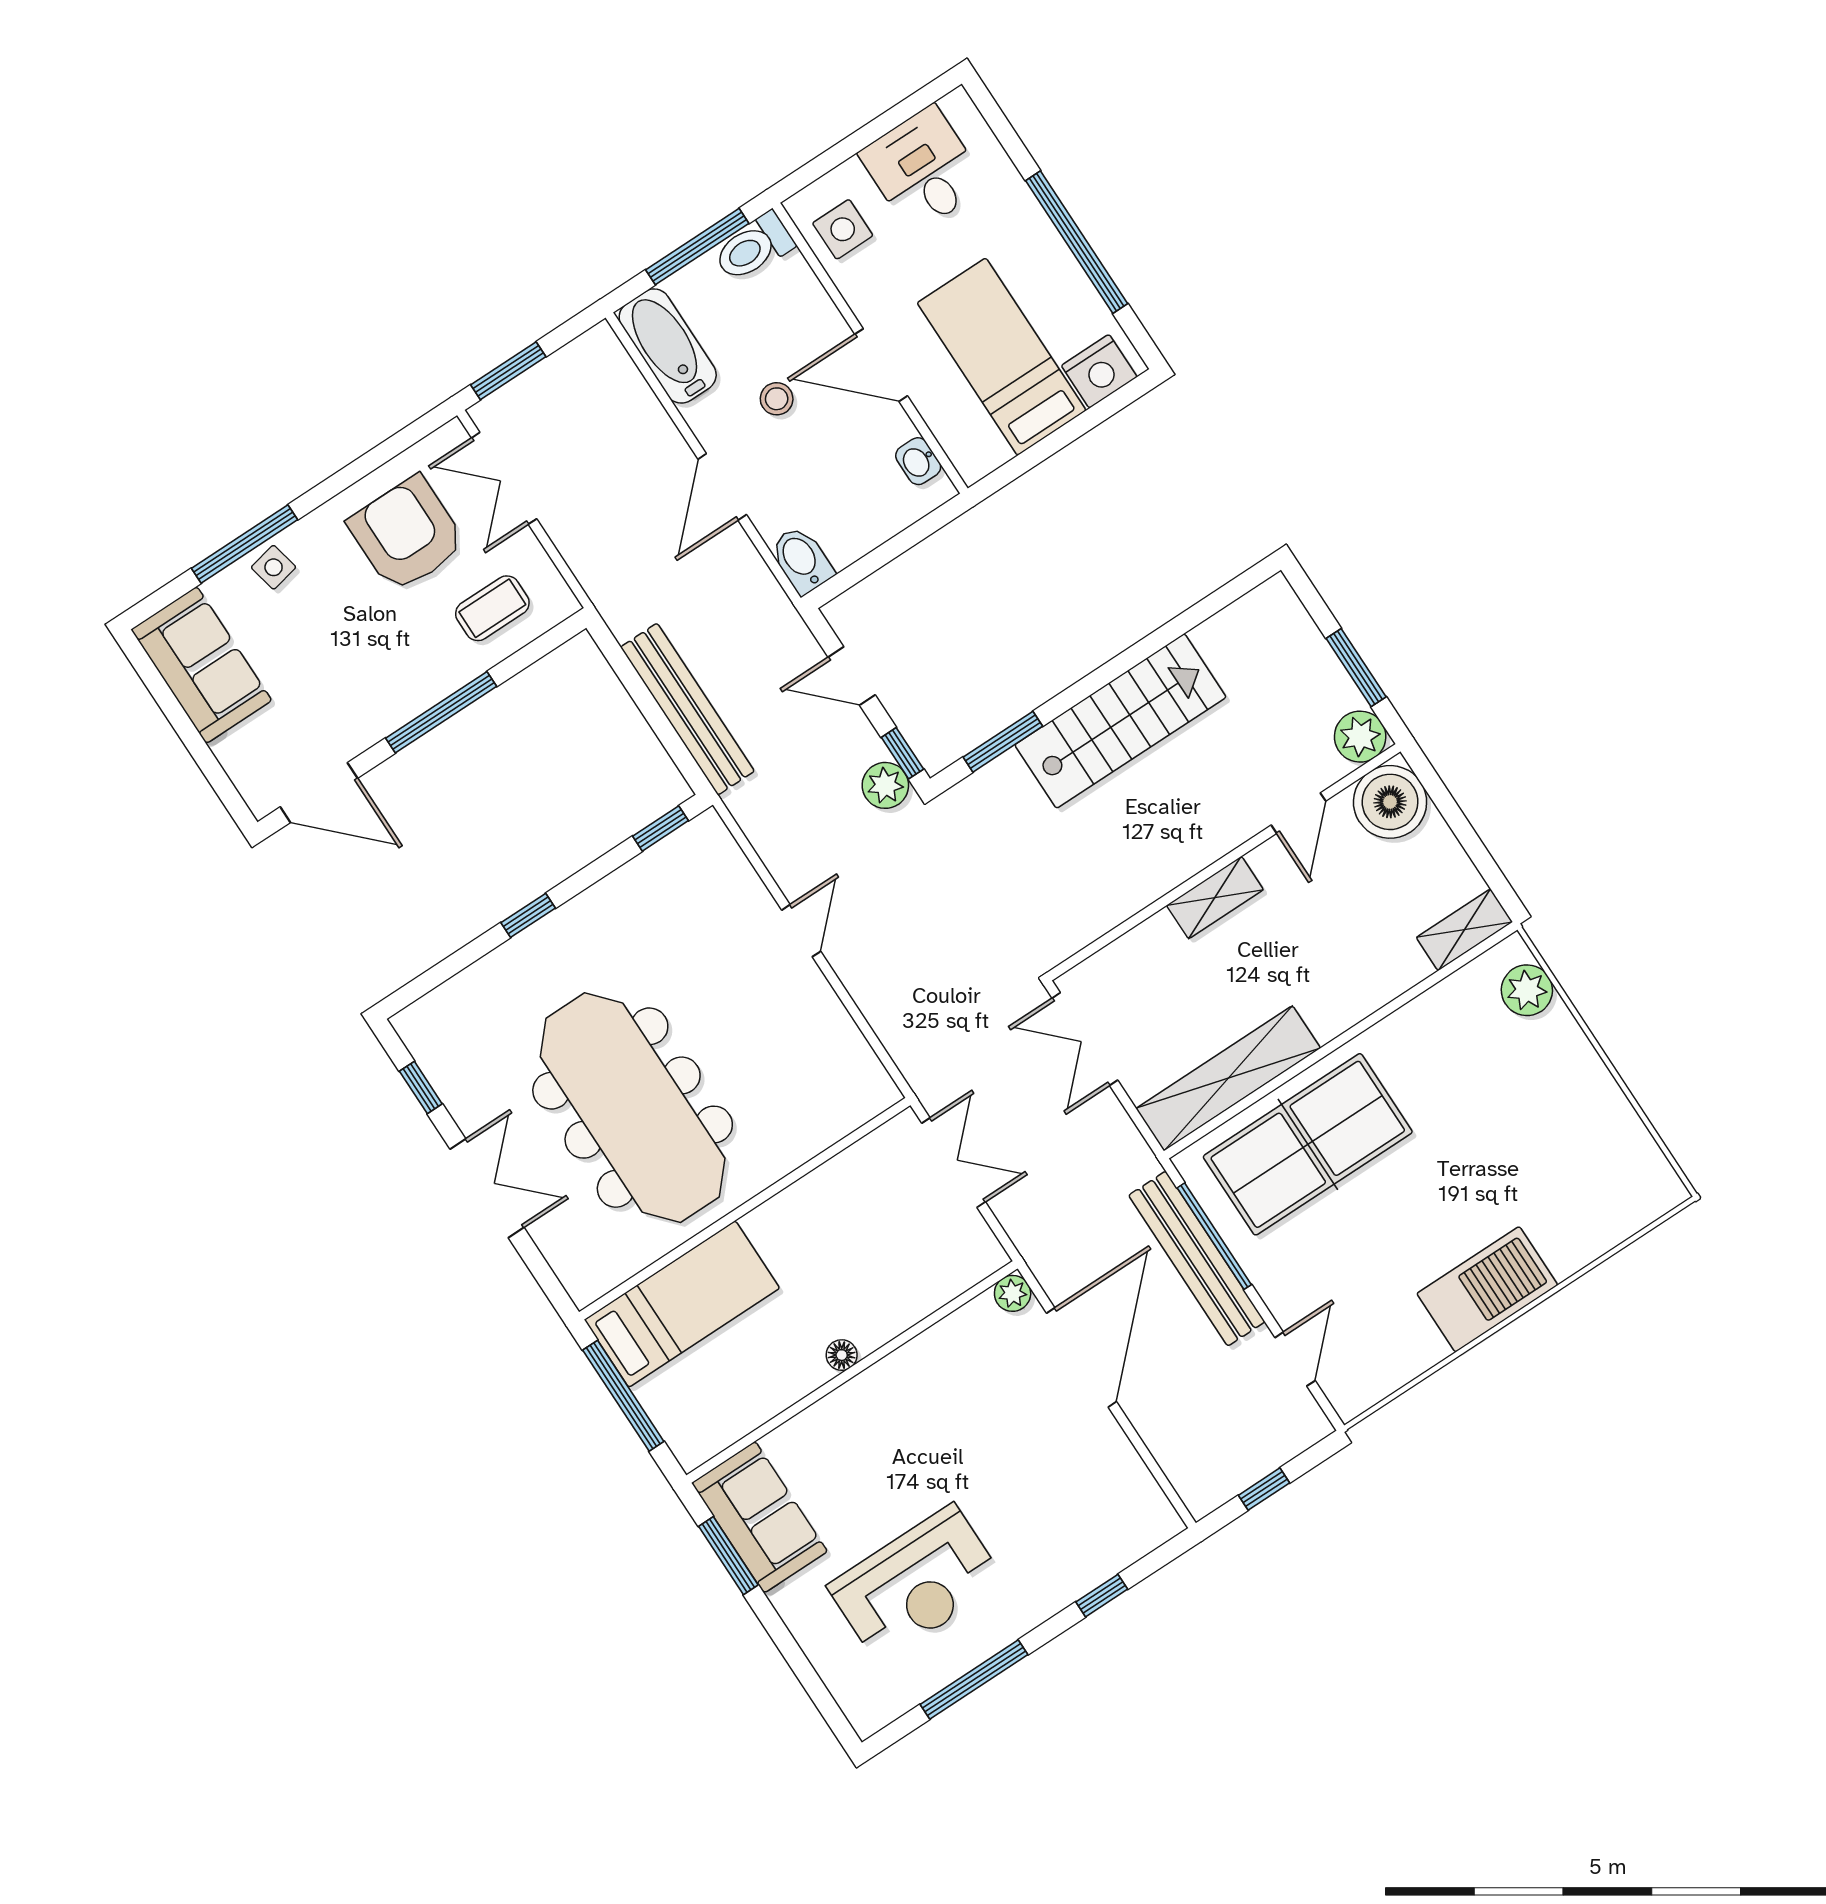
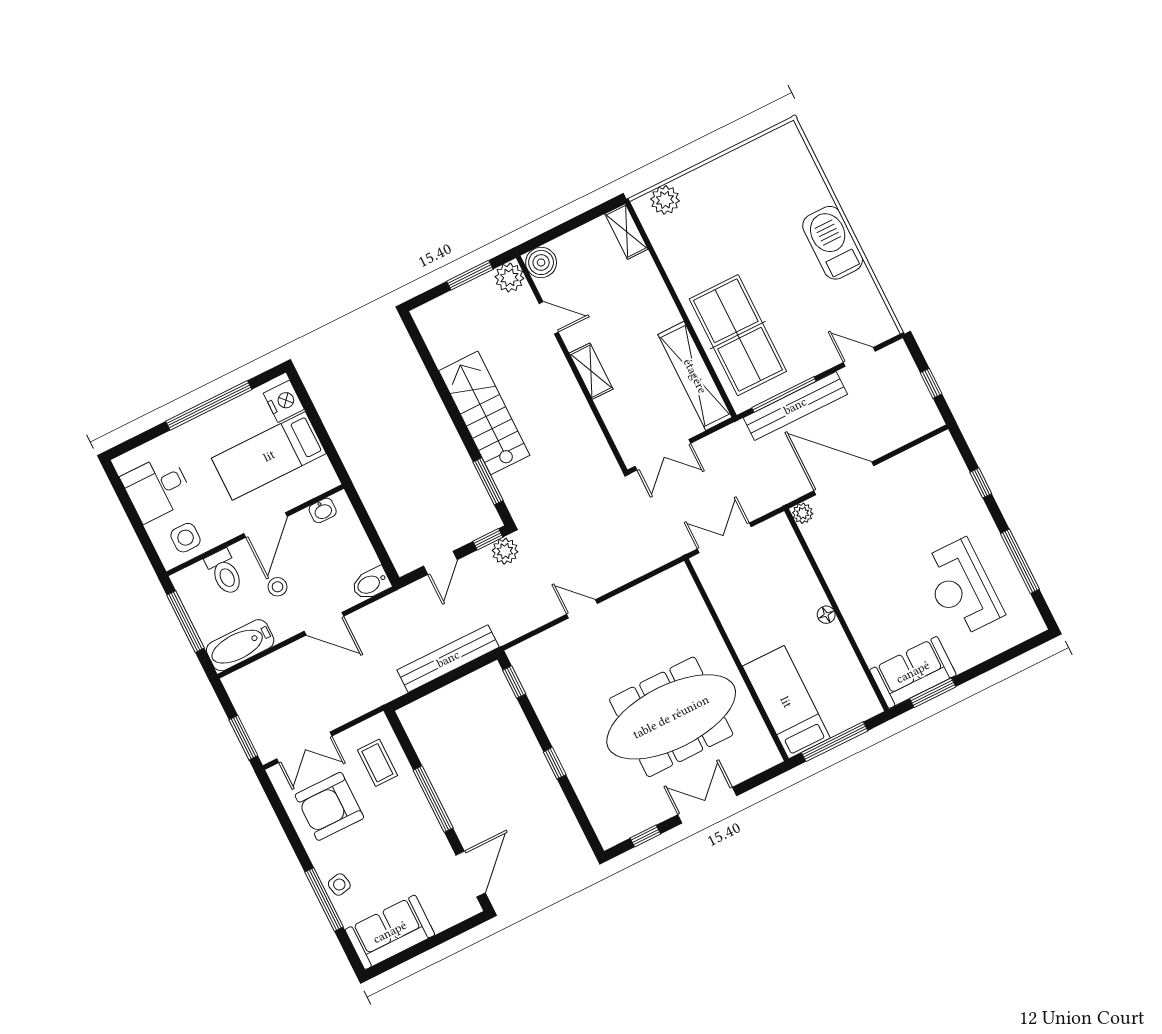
toilet: (754, 247) -> (225, 572), moved
boiler: (1390, 802) -> (541, 262), width x0.73, depth x0.73
reception desk: (916, 1584) -> (962, 588), turned 180

